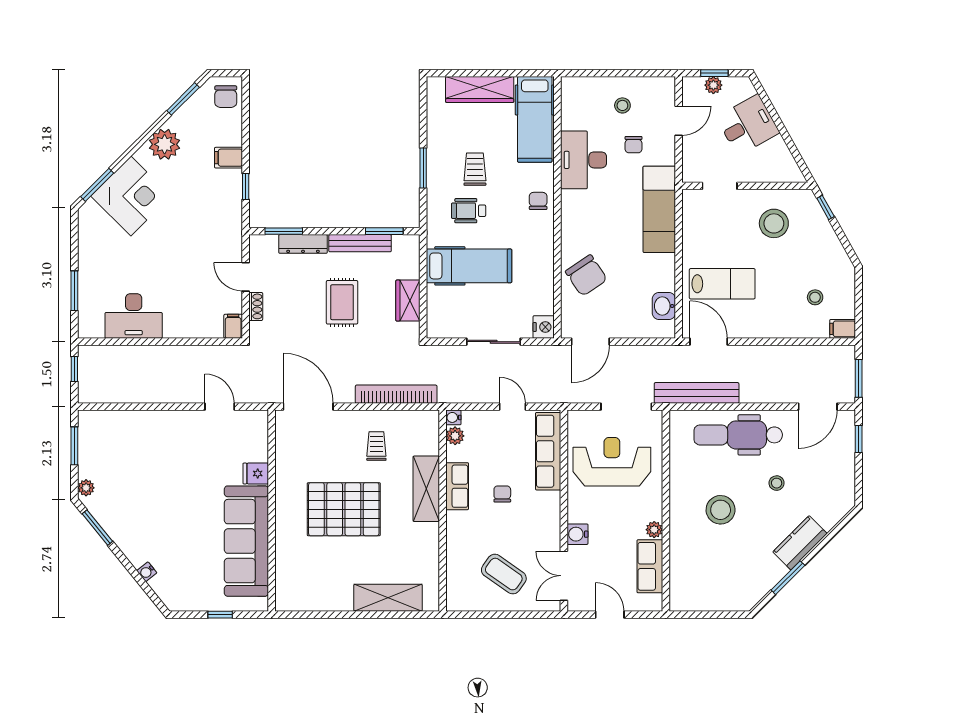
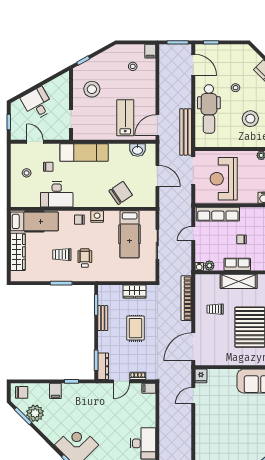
plant: (713, 85) -> (15, 123), removed
plant: (165, 144) -> (35, 413), moved
wheelchair: (469, 211) -> (85, 258), turned 180
bench: (360, 243) -> (103, 318), width x0.73
dresser: (303, 244) -> (103, 366), moved
hospital bed: (469, 266) -> (130, 234), moved, turned 180
rug: (342, 302) -> (135, 328), turned 90
nightstand: (544, 327) -> (97, 217), moved
door: (590, 342) -> (157, 176), moved
fridge: (256, 473) -> (201, 376), moved

